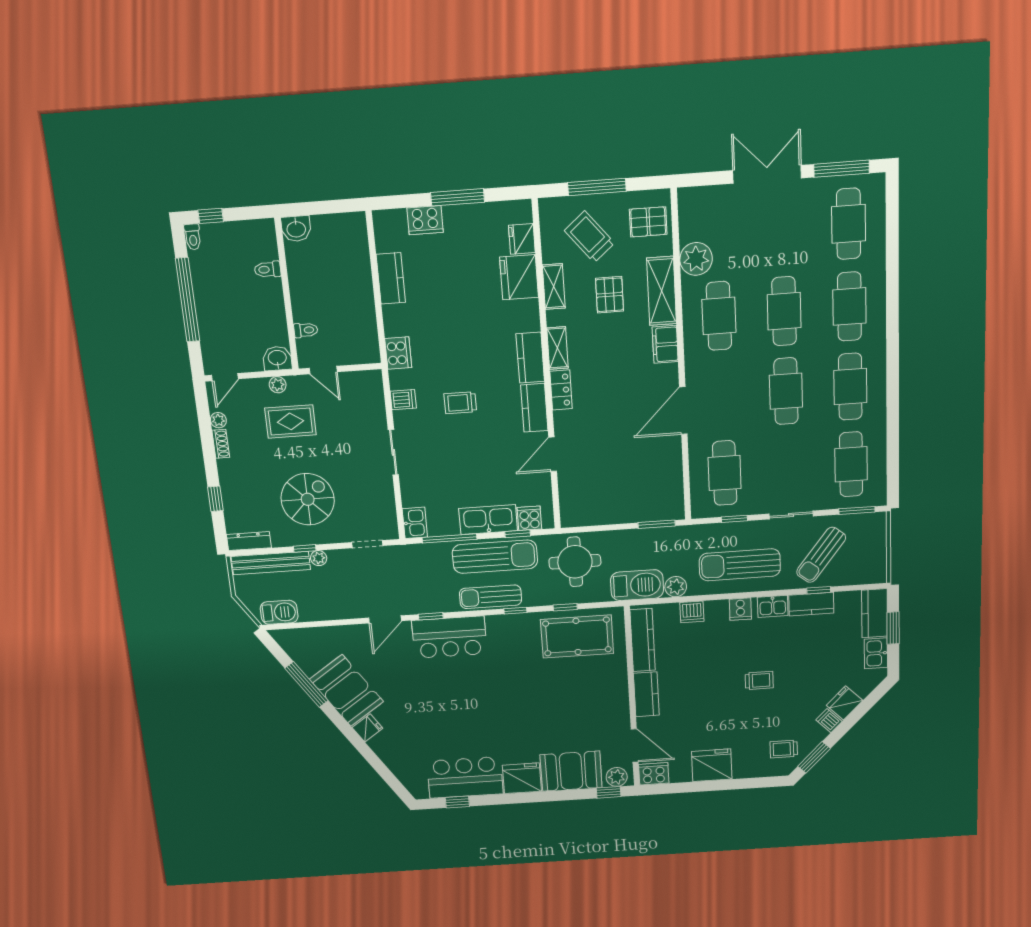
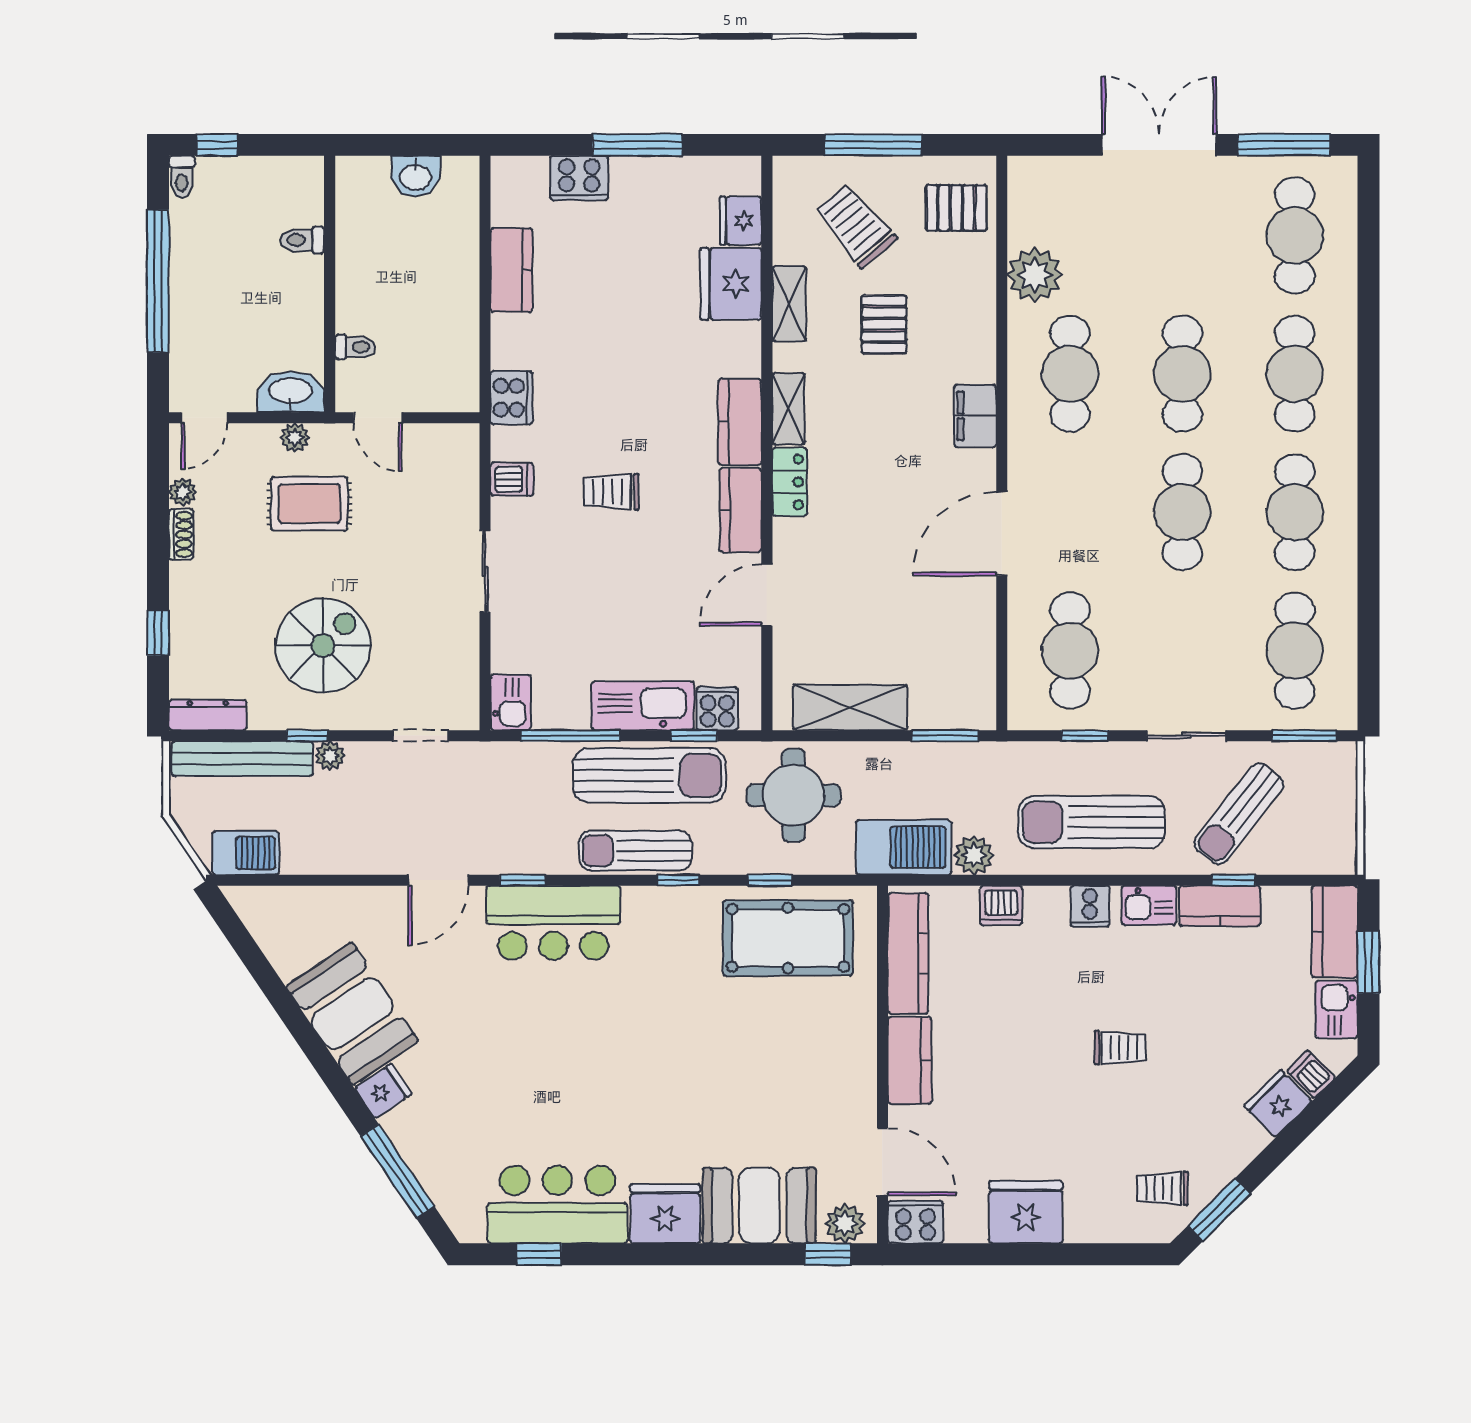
washbasin: (296, 229) -> (416, 176), moved
shelving: (662, 291) -> (850, 707), moved, turned 90
washbasin: (277, 358) -> (291, 392), width x1.38
window: (306, 684) -> (397, 1171), moved
dishwasher: (829, 721) -> (1311, 1074), moved

